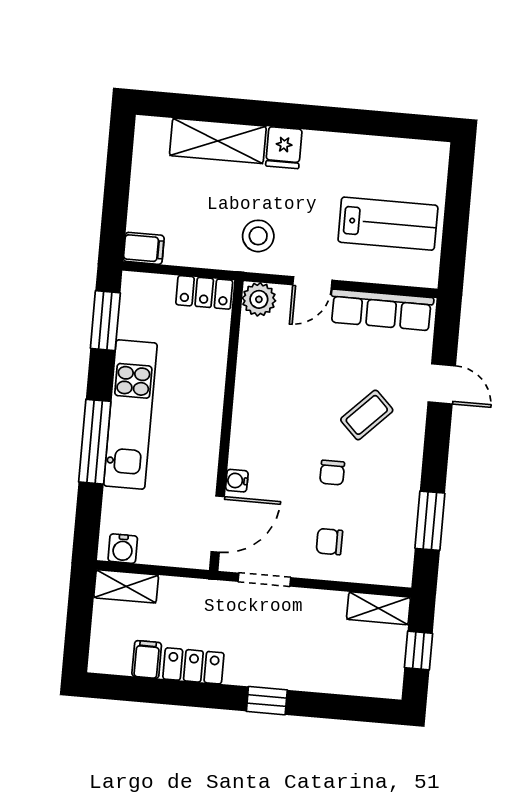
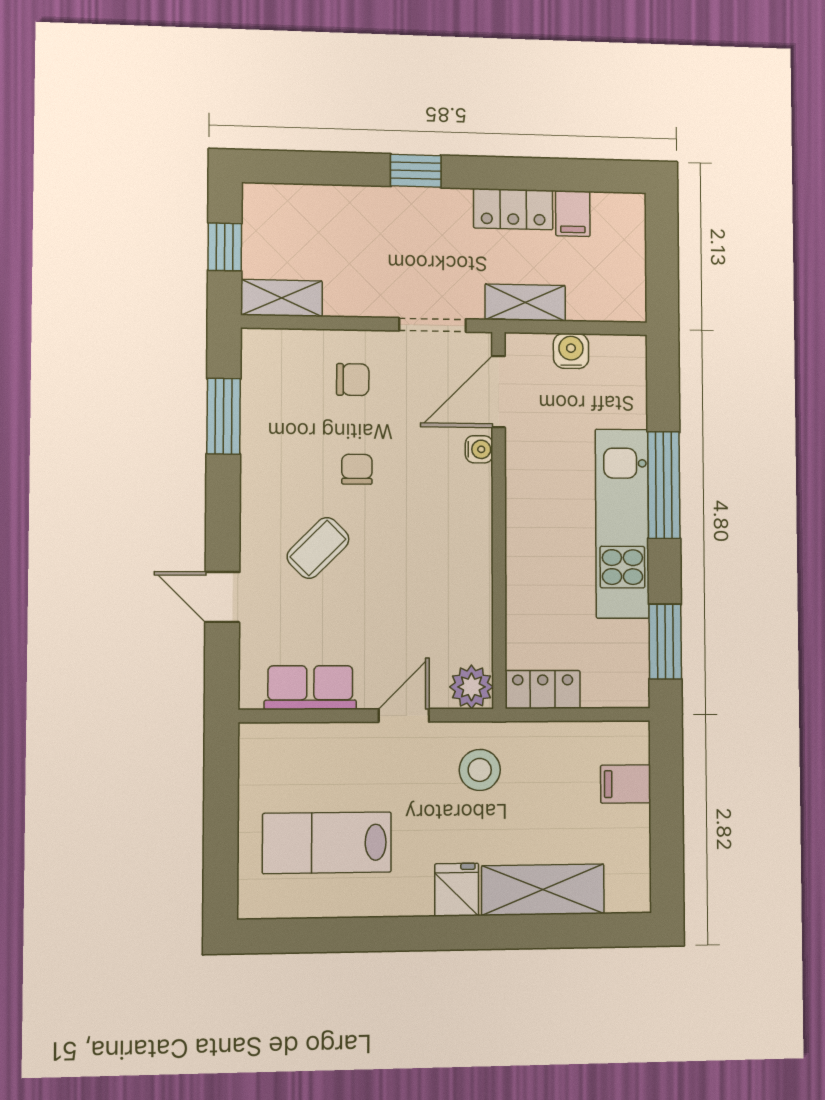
lab bench: (388, 224) -> (327, 843), moved
filing cabinet: (144, 248) -> (626, 784), moved
row of seats: (381, 310) -> (310, 688), width x0.68
water cooler: (123, 549) -> (571, 351), moved
shelving: (126, 586) -> (525, 303), moved

